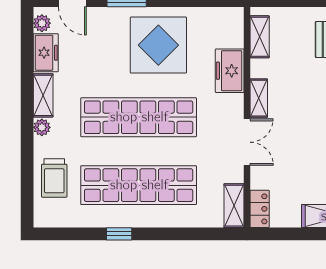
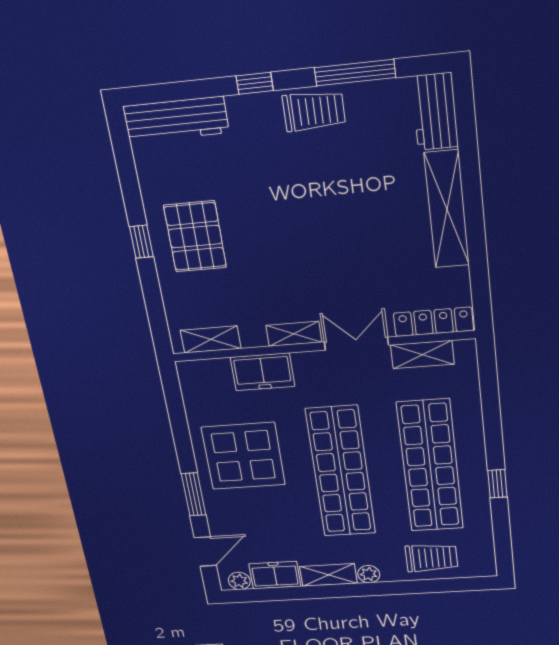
shelving: (234, 206) -> (422, 355), moved
locker: (260, 209) -> (433, 322), width x1.53

